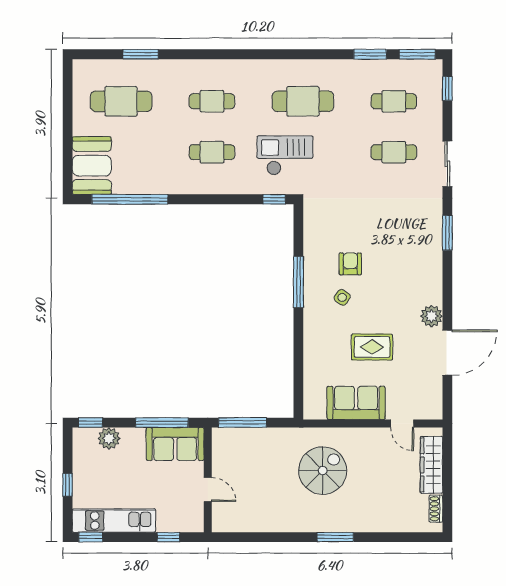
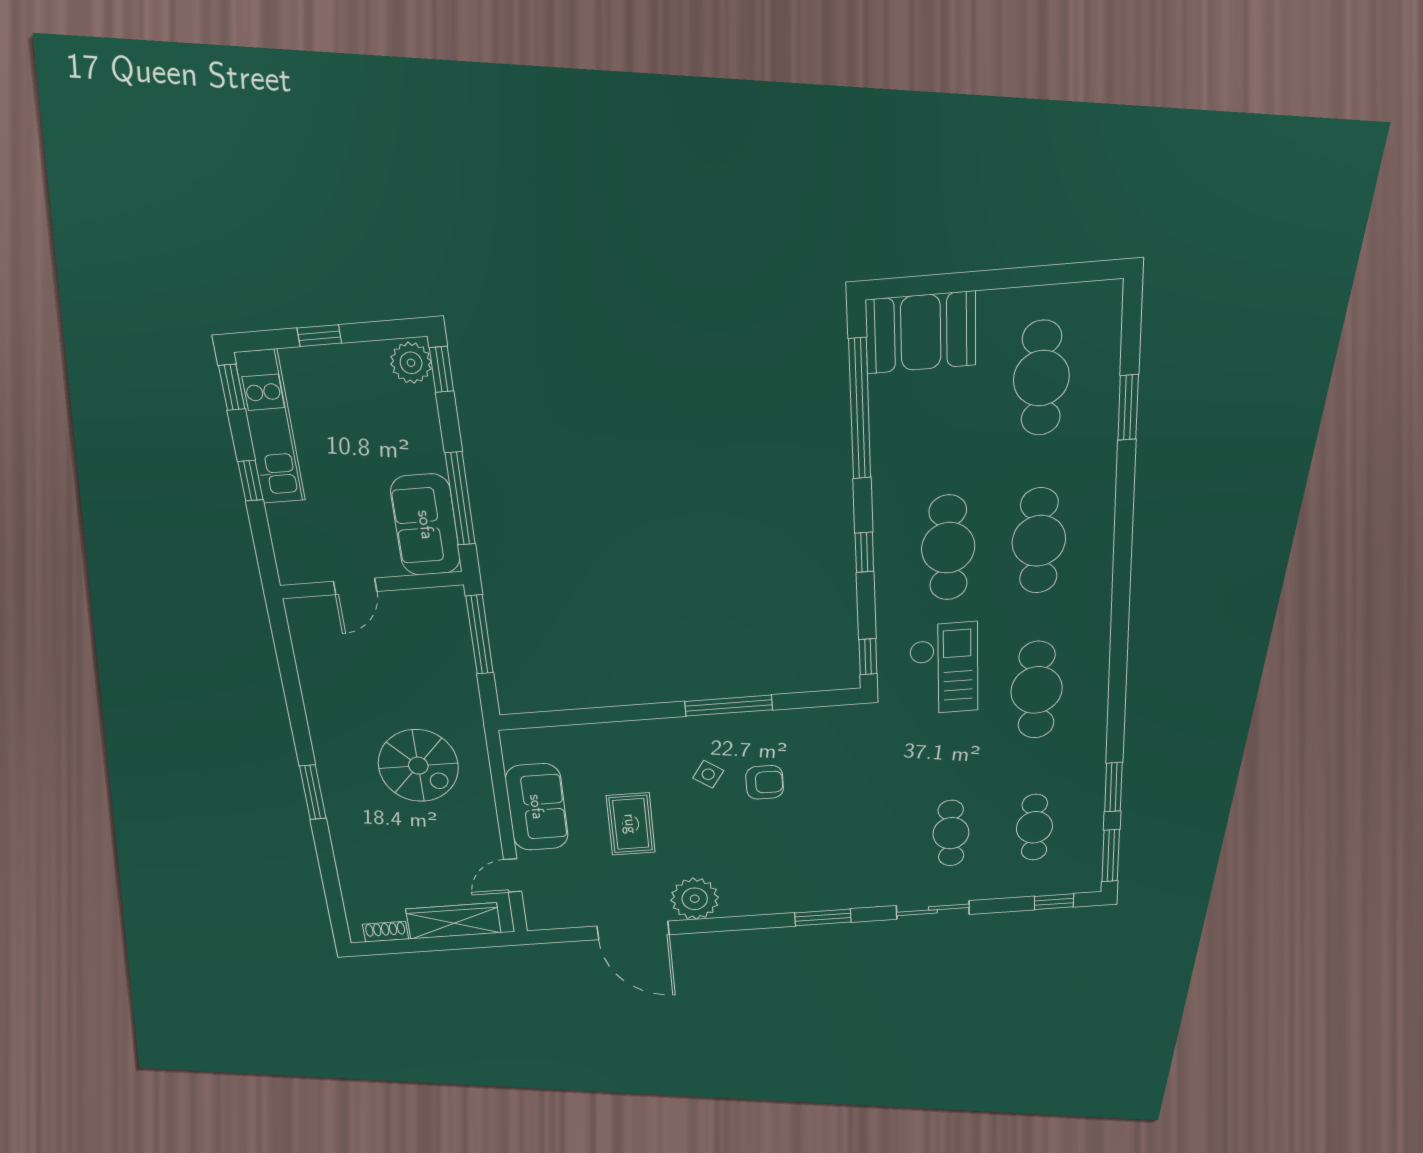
cafe table: (212, 101) -> (1039, 541), width x1.37, depth x1.35
cafe table: (212, 152) -> (948, 548), width x1.37, depth x1.35
window: (211, 199) -> (864, 552), added
plant: (431, 316) -> (695, 899), width x1.36, depth x1.36
plant: (109, 438) -> (411, 363), moved
window: (168, 537) -> (250, 481), moved

